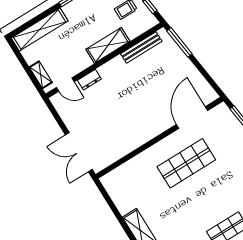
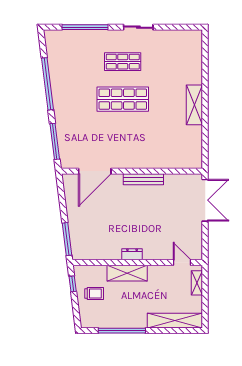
bench: (141, 47) -> (143, 179), moved
dresser: (89, 80) -> (132, 254), moved
shop shelf: (186, 163) -> (123, 99), moved

